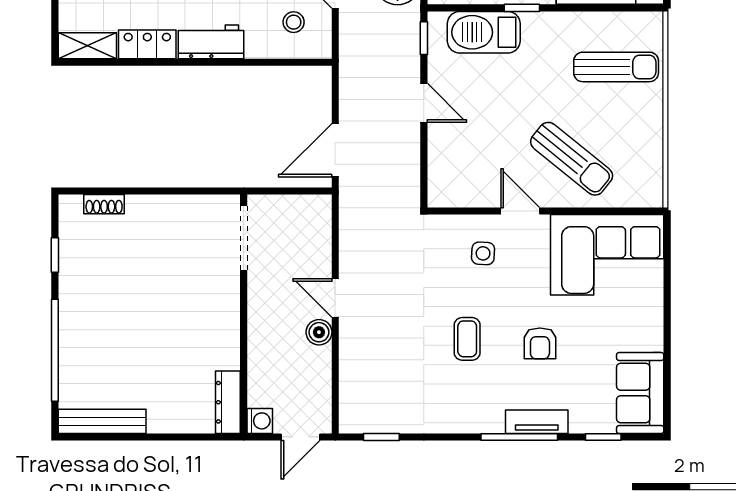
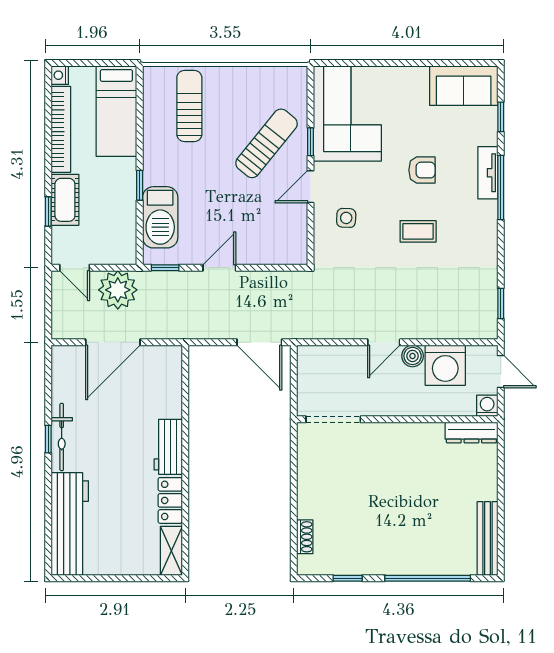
stool: (294, 22) -> (152, 377), removed
window: (574, 211) -> (311, 142), added
washing machine: (308, 371) -> (445, 365), added

